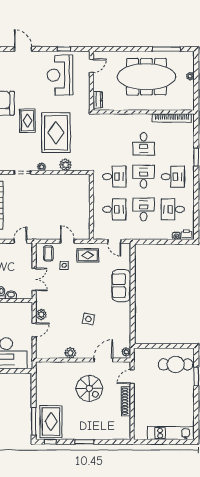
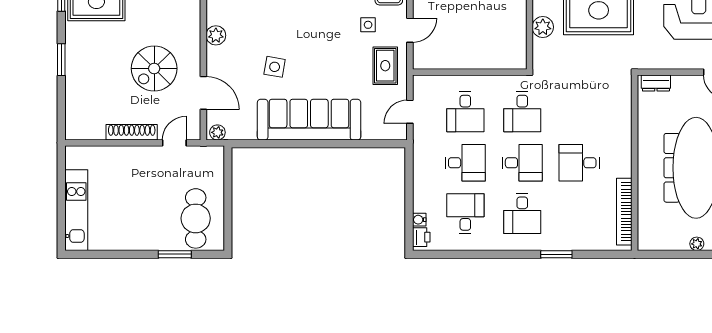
sofa: (121, 286) -> (309, 120), width x1.85, depth x1.27
door: (132, 377) -> (174, 143), hinge flipped

